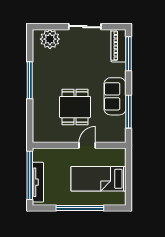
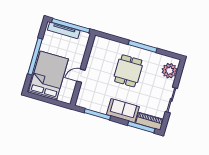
sofa: (115, 96) -> (123, 111), moved
dining table: (75, 107) -> (128, 71), moved, turned 90
door: (87, 145) -> (81, 76), swing flipped
bed: (98, 179) -> (48, 76), width x1.50

